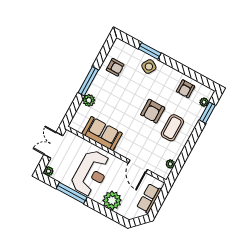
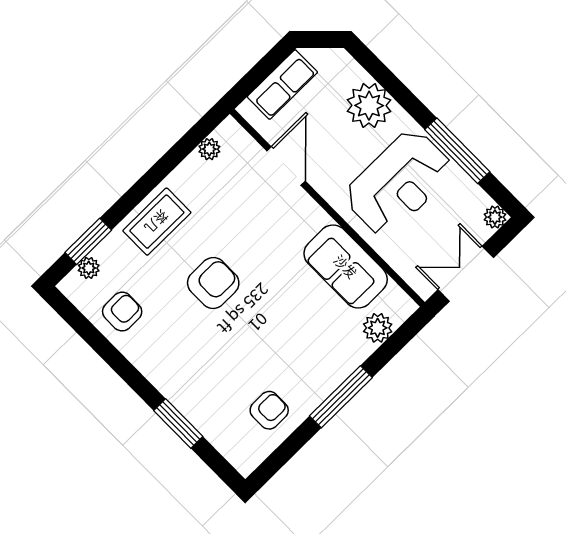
armchair: (115, 67) -> (269, 410), turned 90
side table: (149, 67) -> (191, 388), removed
plant: (89, 100) -> (378, 328), moved
coffee table: (172, 128) -> (157, 222), moved
double door: (53, 145) -> (466, 274), swing flipped
reception desk: (91, 173) -> (399, 183), turned 180

